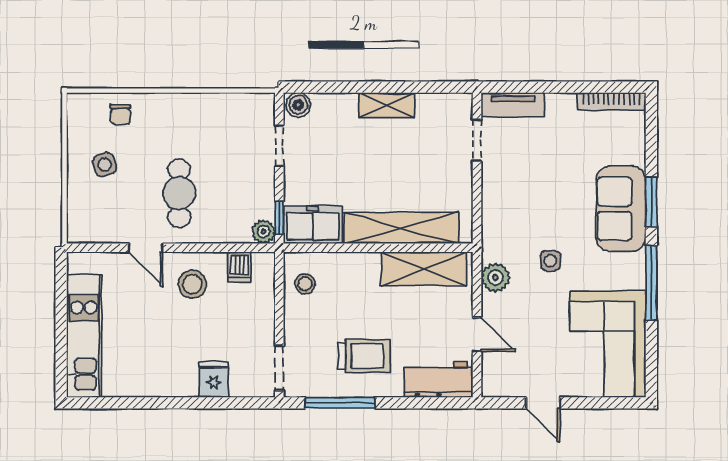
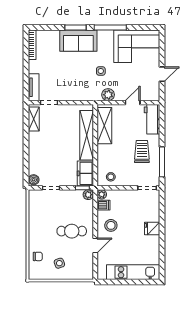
shelving: (386, 105) -> (34, 119), moved
plant: (264, 263) -> (102, 194), added
fridge: (214, 380) -> (152, 229), moved

